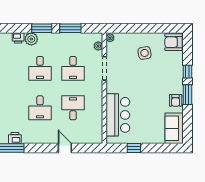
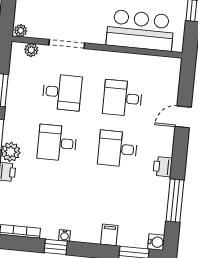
desk: (40, 68) -> (57, 143), turned 180
desk: (40, 108) -> (118, 149), turned 180
printer: (15, 138) -> (163, 167), moved

